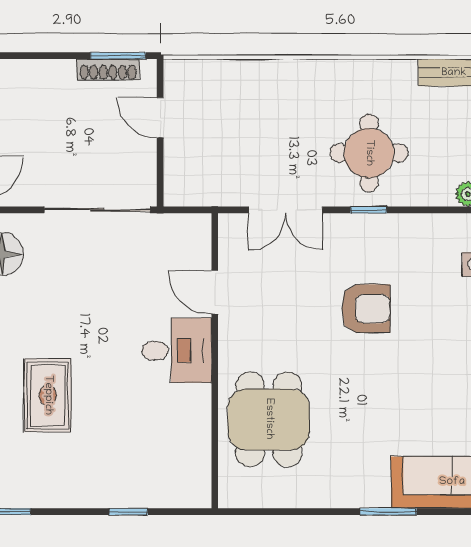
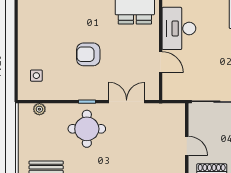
desk: (177, 351) -> (179, 28), width x1.37

